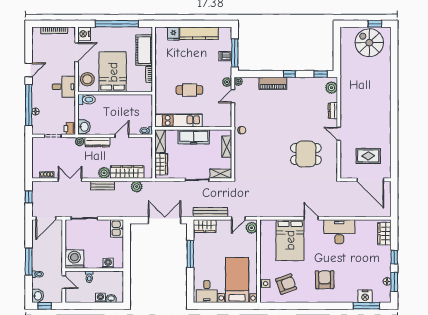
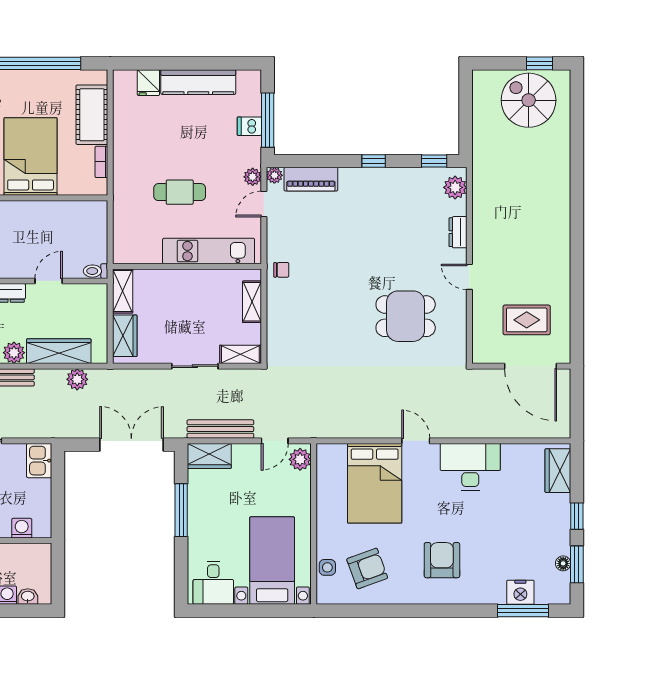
piano: (273, 83) -> (311, 179), moved
kitchen unit: (179, 120) -> (209, 251), moved
freezer: (194, 137) -> (188, 283), removed

